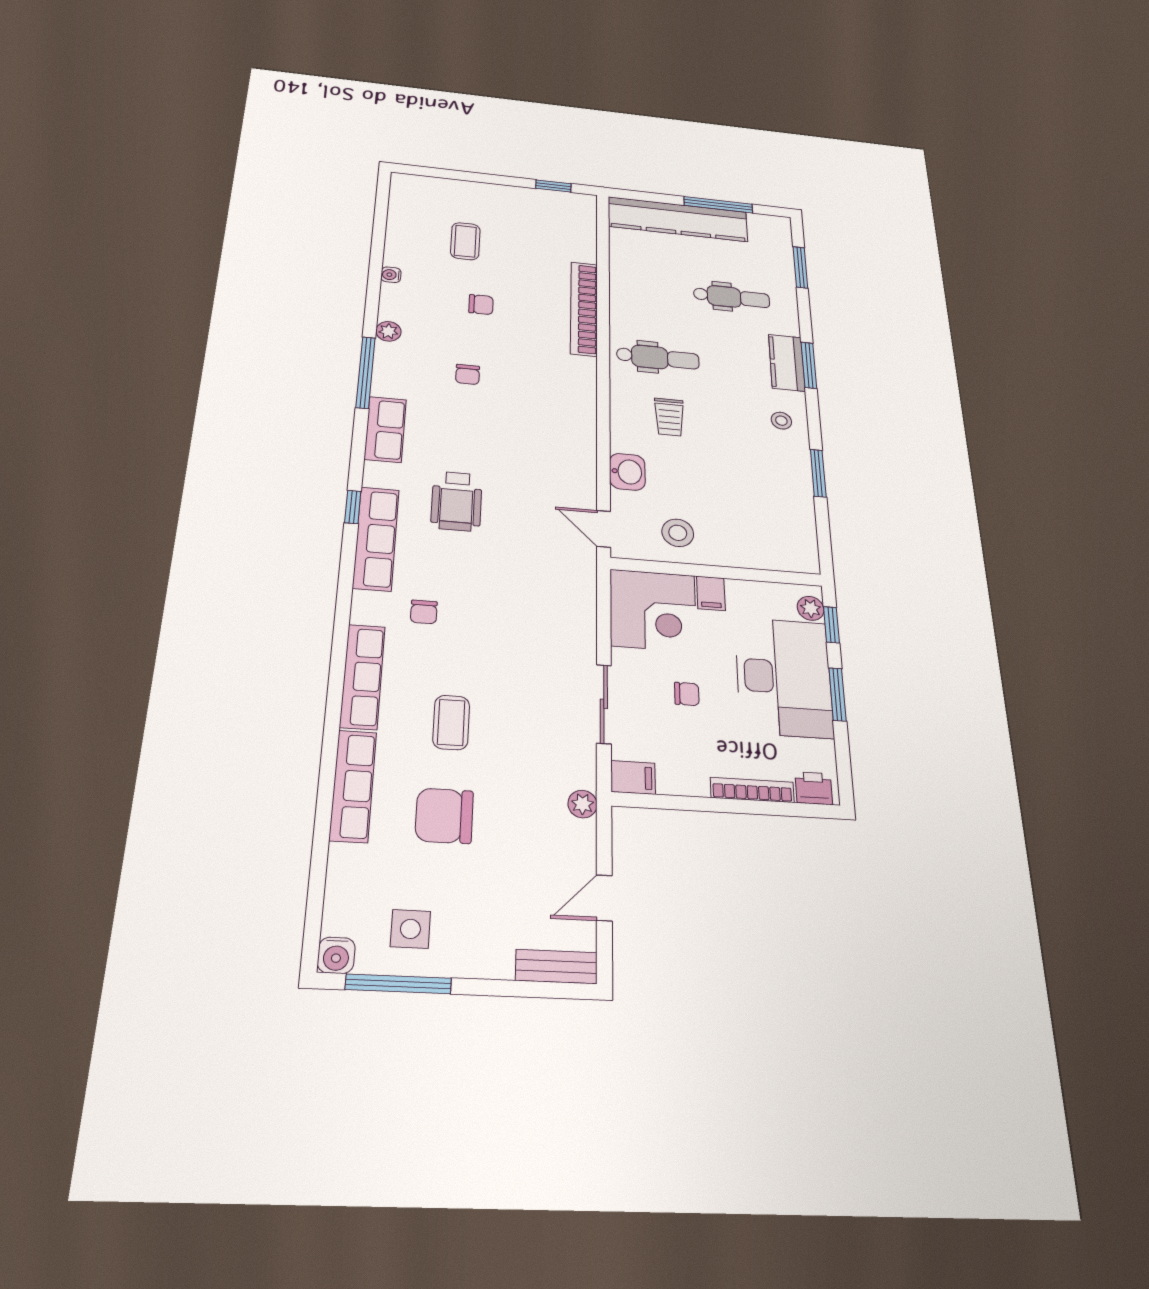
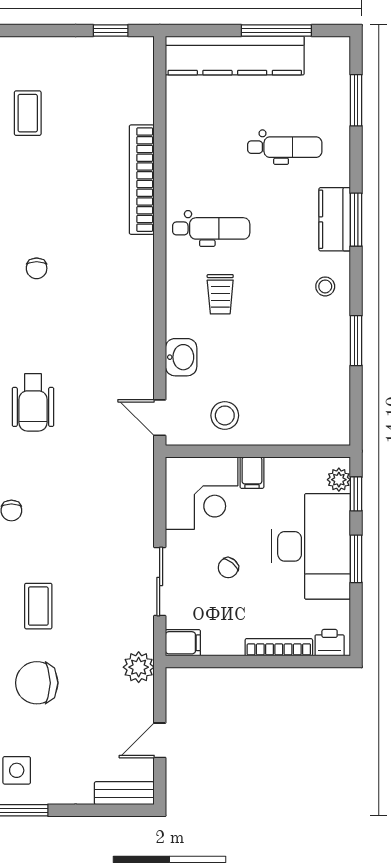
chair: (481, 305) -> (45, 187), removed
chair: (687, 694) -> (228, 568), turned 130
plant: (583, 804) -> (139, 667), width x1.38, depth x1.38

